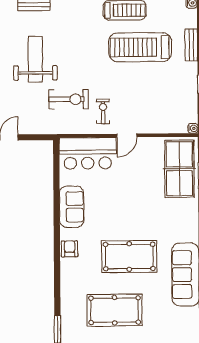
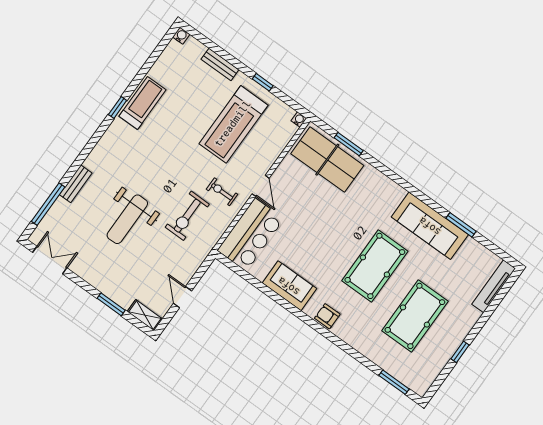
treadmill: (140, 47) -> (233, 124), moved
weight bench: (35, 59) -> (127, 219), turned -90
exercise bike: (68, 99) -> (187, 216), turned 180

